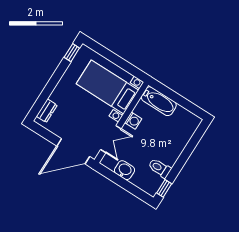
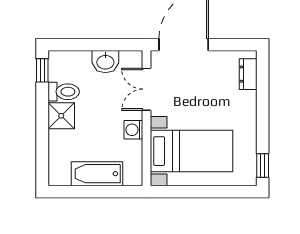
bathtub: (159, 101) -> (97, 174), moved
shower: (170, 155) -> (61, 116), added

